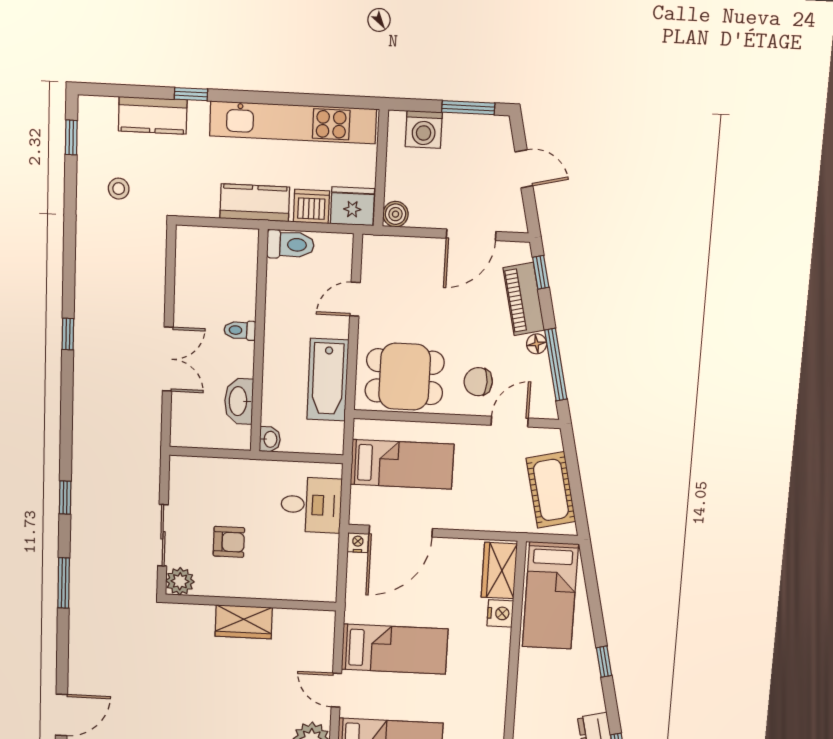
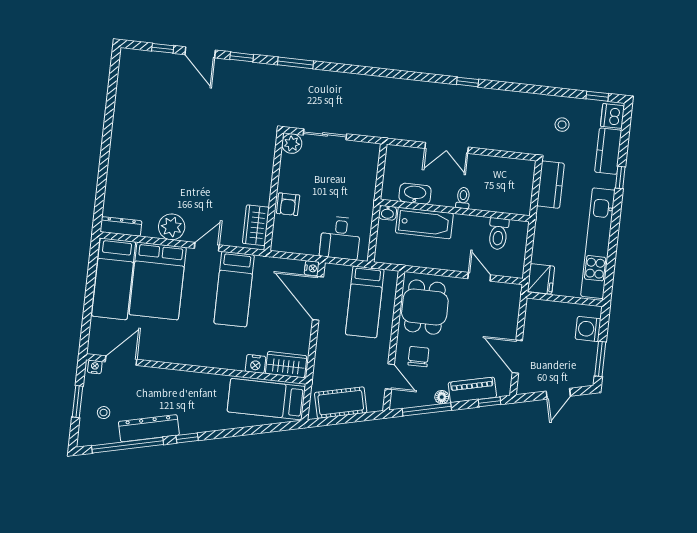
kitchen counter: (255, 203) -> (551, 185), moved
dishwasher: (311, 206) -> (612, 116), moved, turned 180
boiler: (395, 214) -> (534, 307), removed
toilet: (290, 245) -> (498, 234), moved
bathtub: (328, 380) -> (424, 223), moved, turned 180
window: (65, 498) -> (242, 57), moved
armchair: (229, 542) -> (288, 204), moved
wardrobe: (244, 622) -> (256, 225), moved
window: (604, 662) -> (187, 438), moved

